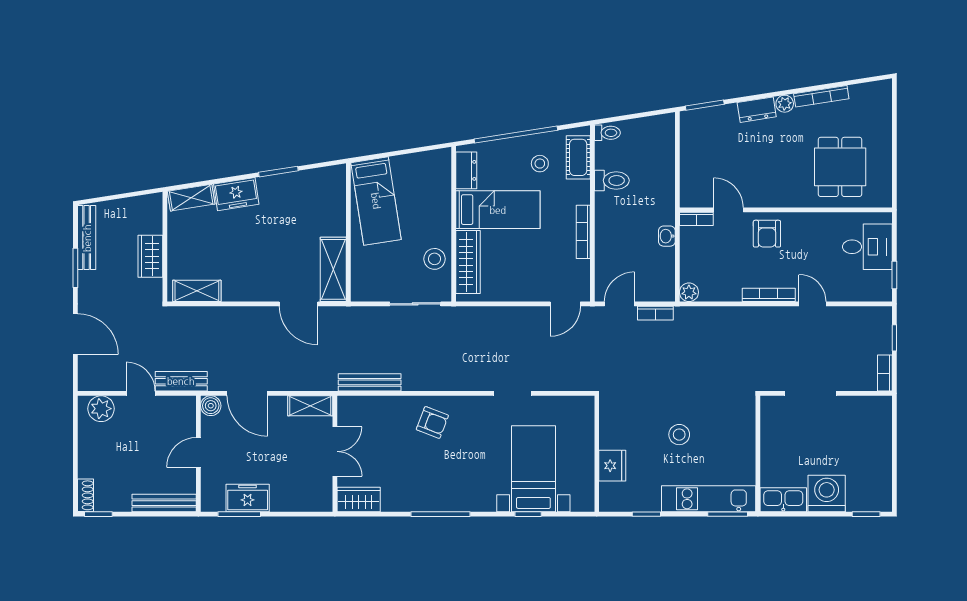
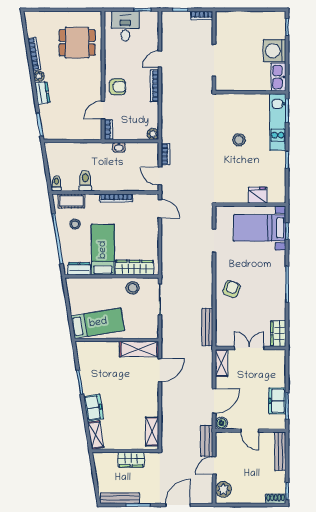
wall: (597, 454) -> (251, 205), moved
fridge: (612, 466) -> (258, 195), moved

